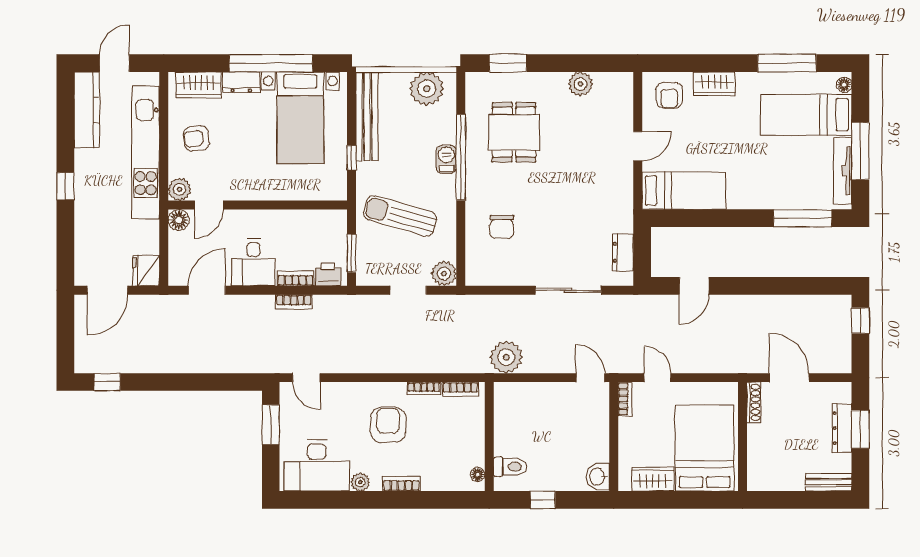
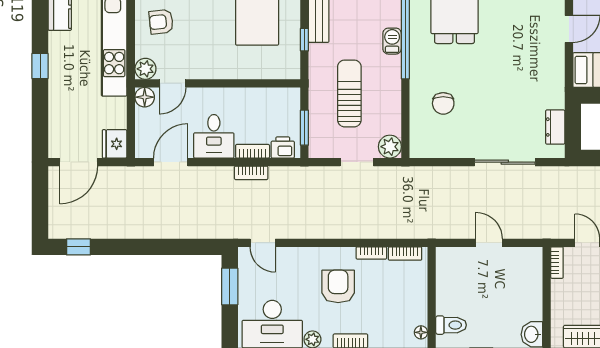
sun lounger: (400, 216) -> (349, 93), turned 74
plant: (506, 357) -> (447, 224), removed
door: (590, 378) -> (489, 243), moved

